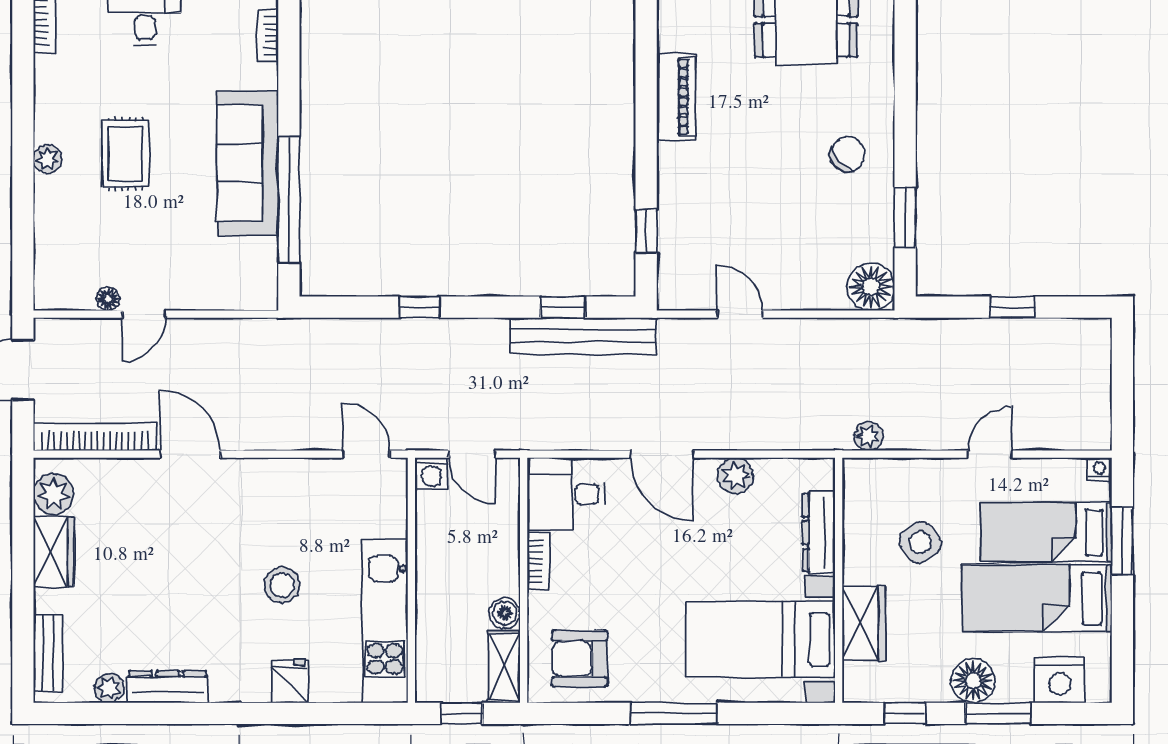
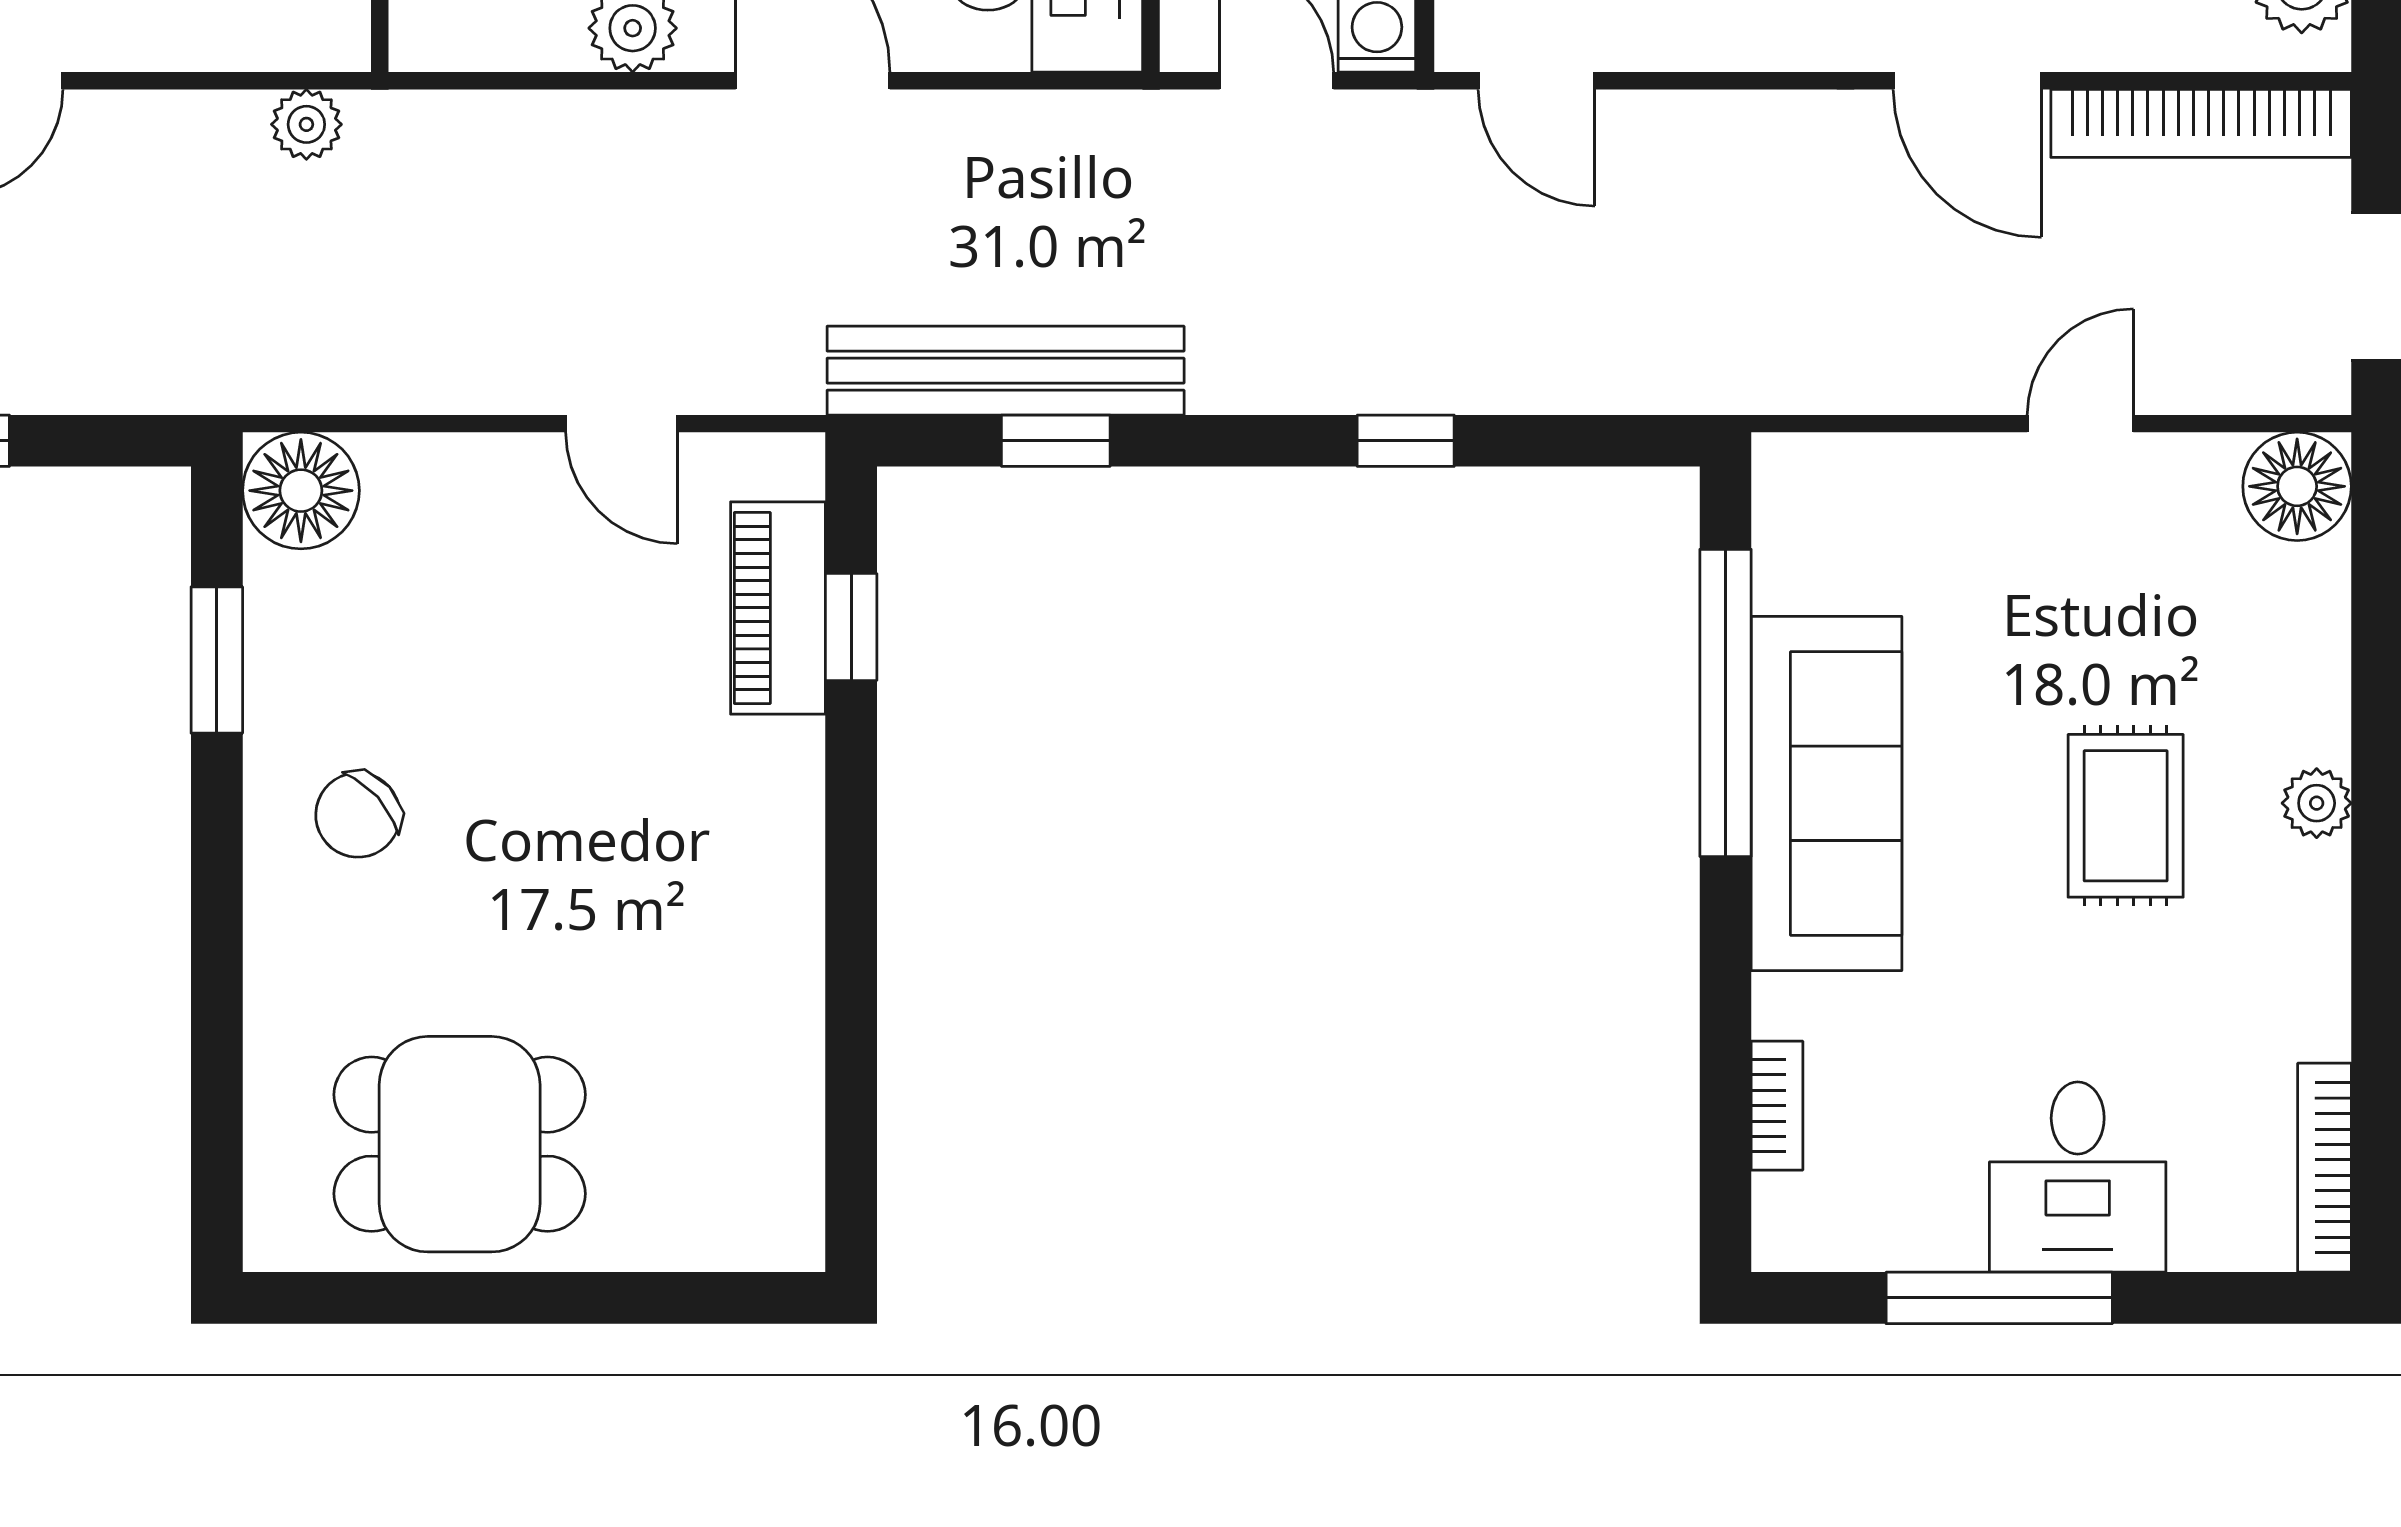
piano: (676, 97) -> (778, 608), moved
floor lamp: (108, 299) -> (2297, 486), moved, width x1.89, depth x1.89

